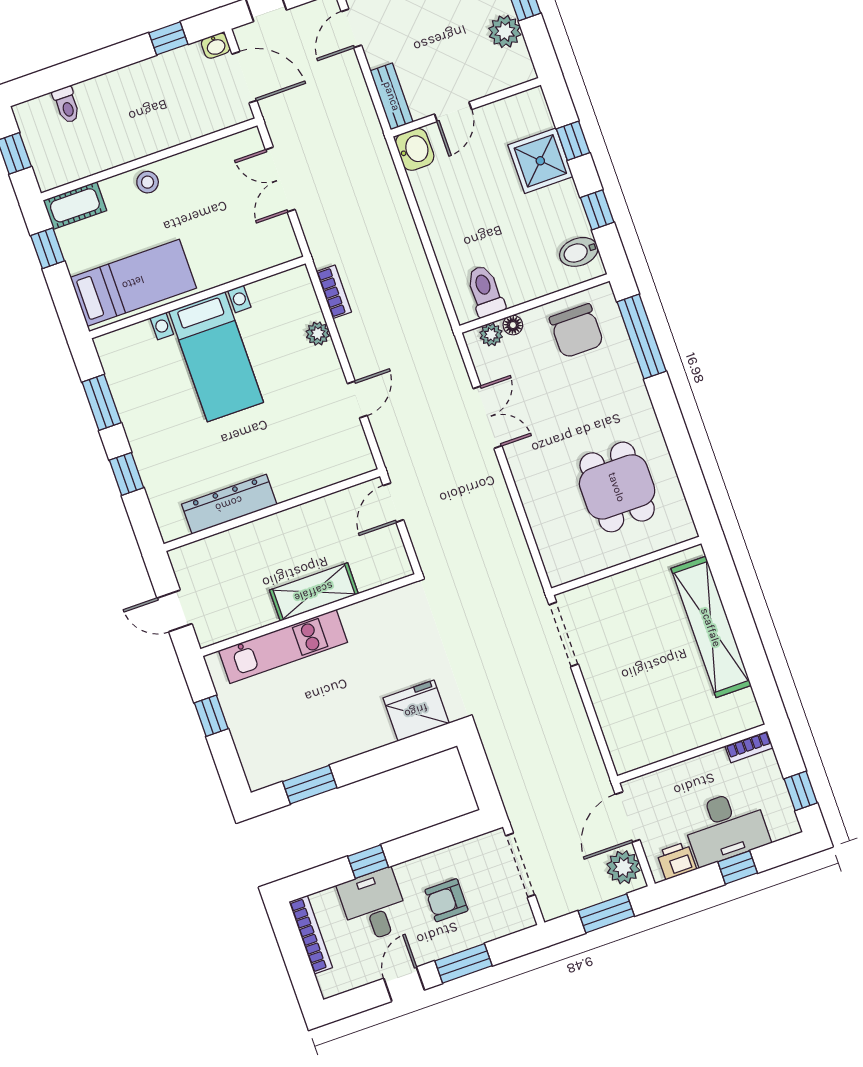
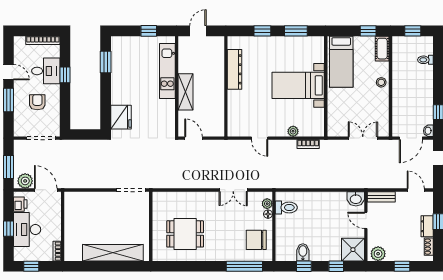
plant: (505, 31) -> (378, 254), moved
shower: (540, 161) -> (353, 250), moved
bidet: (579, 252) -> (303, 252), moved
door: (393, 503) -> (194, 138), moved

